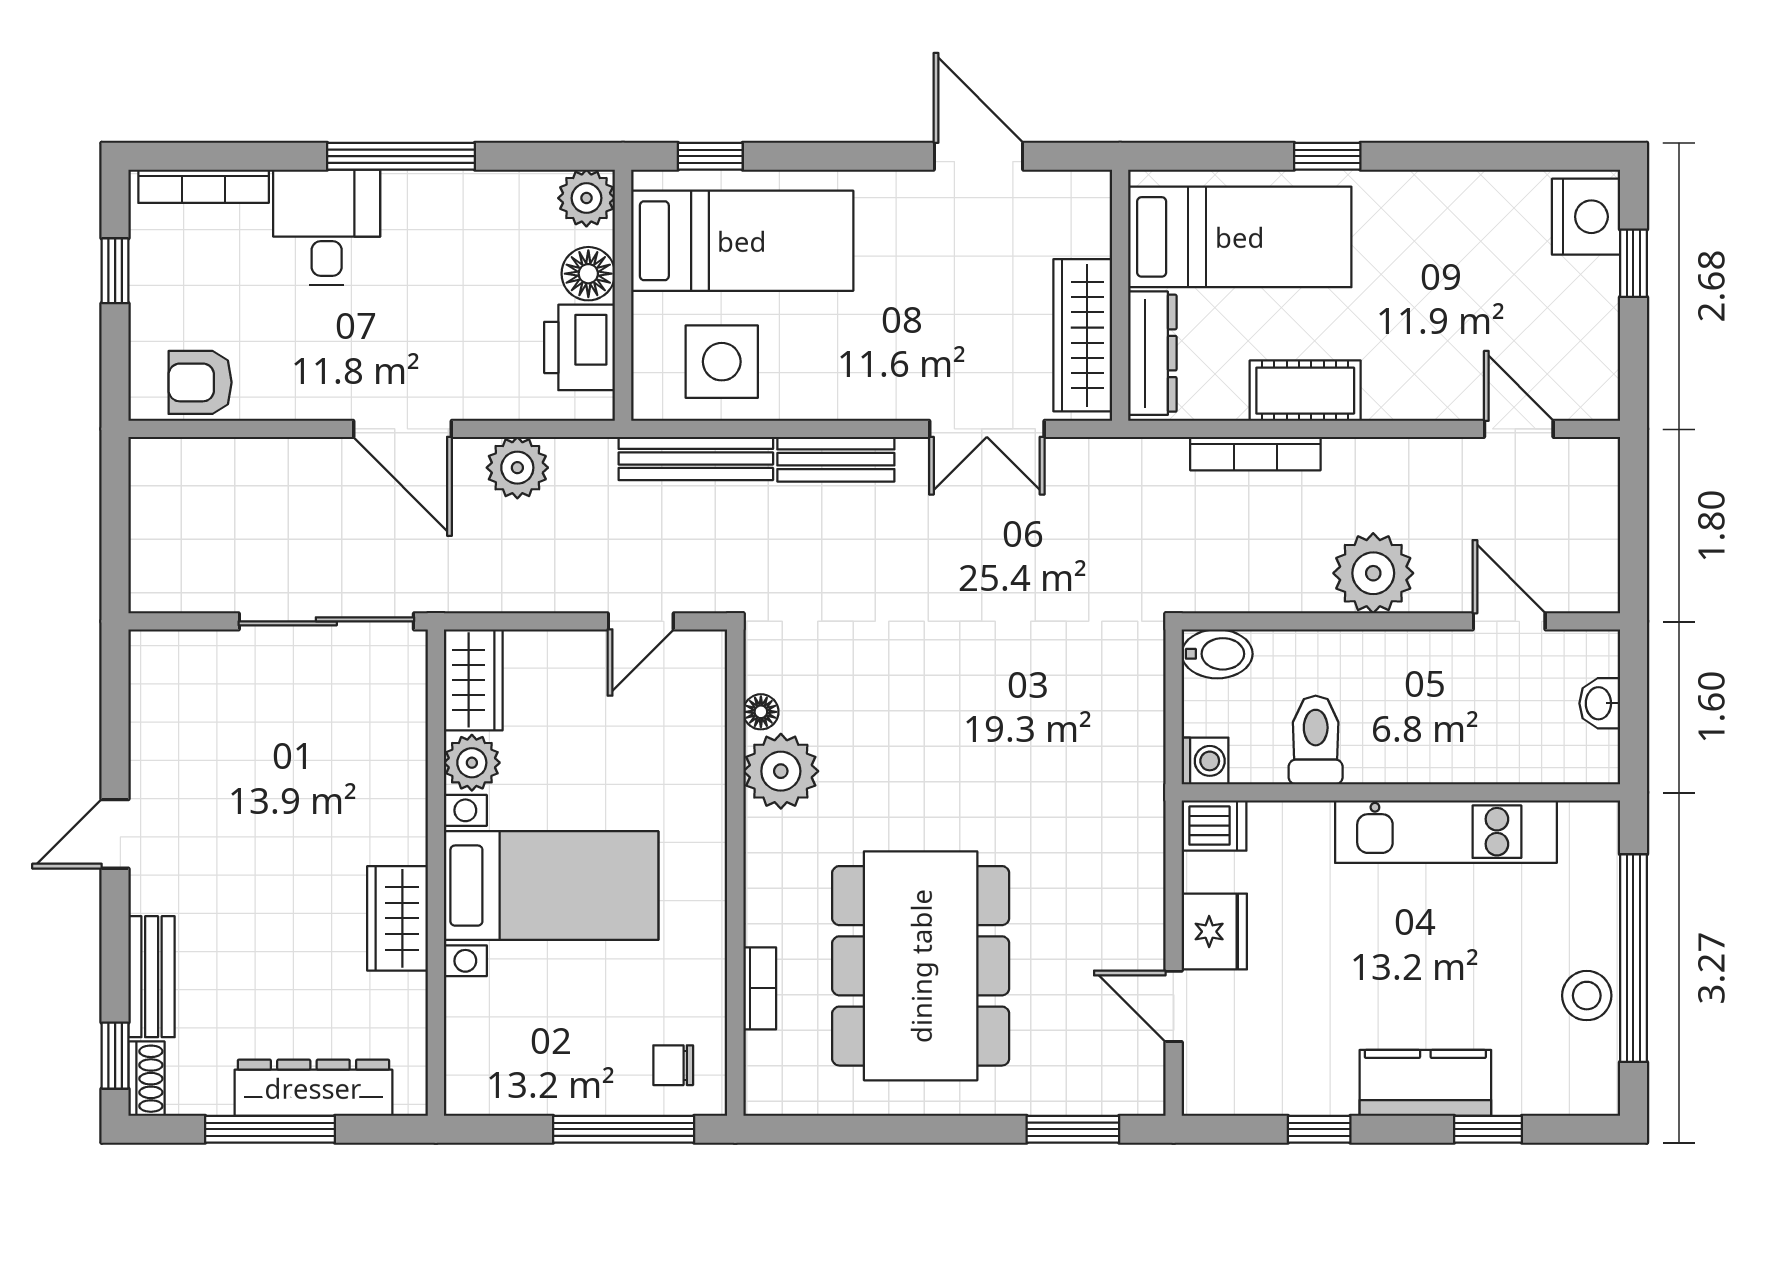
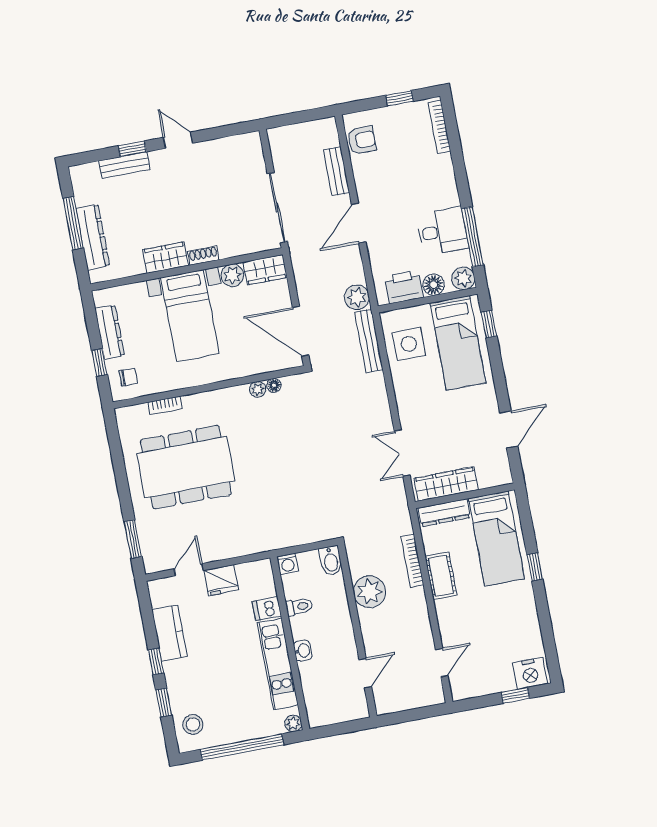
window: (401, 156) -> (472, 237), moved
desk: (327, 227) -> (442, 231), moved
armchair: (200, 382) -> (362, 140), turned 90
bench: (836, 459) -> (336, 171), moved
plant: (517, 468) -> (357, 297), moved
plant: (1373, 573) -> (369, 592), moved
door: (641, 621) -> (301, 331), width x1.88
washbasin: (1600, 703) -> (303, 651), moved, turned 90
toilet: (1316, 740) -> (299, 607), width x0.73, depth x0.72
plant: (781, 771) -> (258, 389), width x0.53, depth x0.53
plant: (1599, 821) -> (293, 723), added
dishwasher: (1214, 826) -> (267, 609), moved, turned 90
stool: (1587, 996) -> (193, 724), moved
window: (115, 1056) -> (132, 149), moved
chair: (673, 1065) -> (128, 377), turned 90
shoe rack: (147, 1079) -> (203, 256), moved, turned 180
kitchen counter: (1425, 1083) -> (169, 633), moved
dresser: (554, 1090) -> (110, 332), added
window: (624, 1129) -> (99, 362), width x0.46
window: (1319, 1129) -> (156, 662), moved

